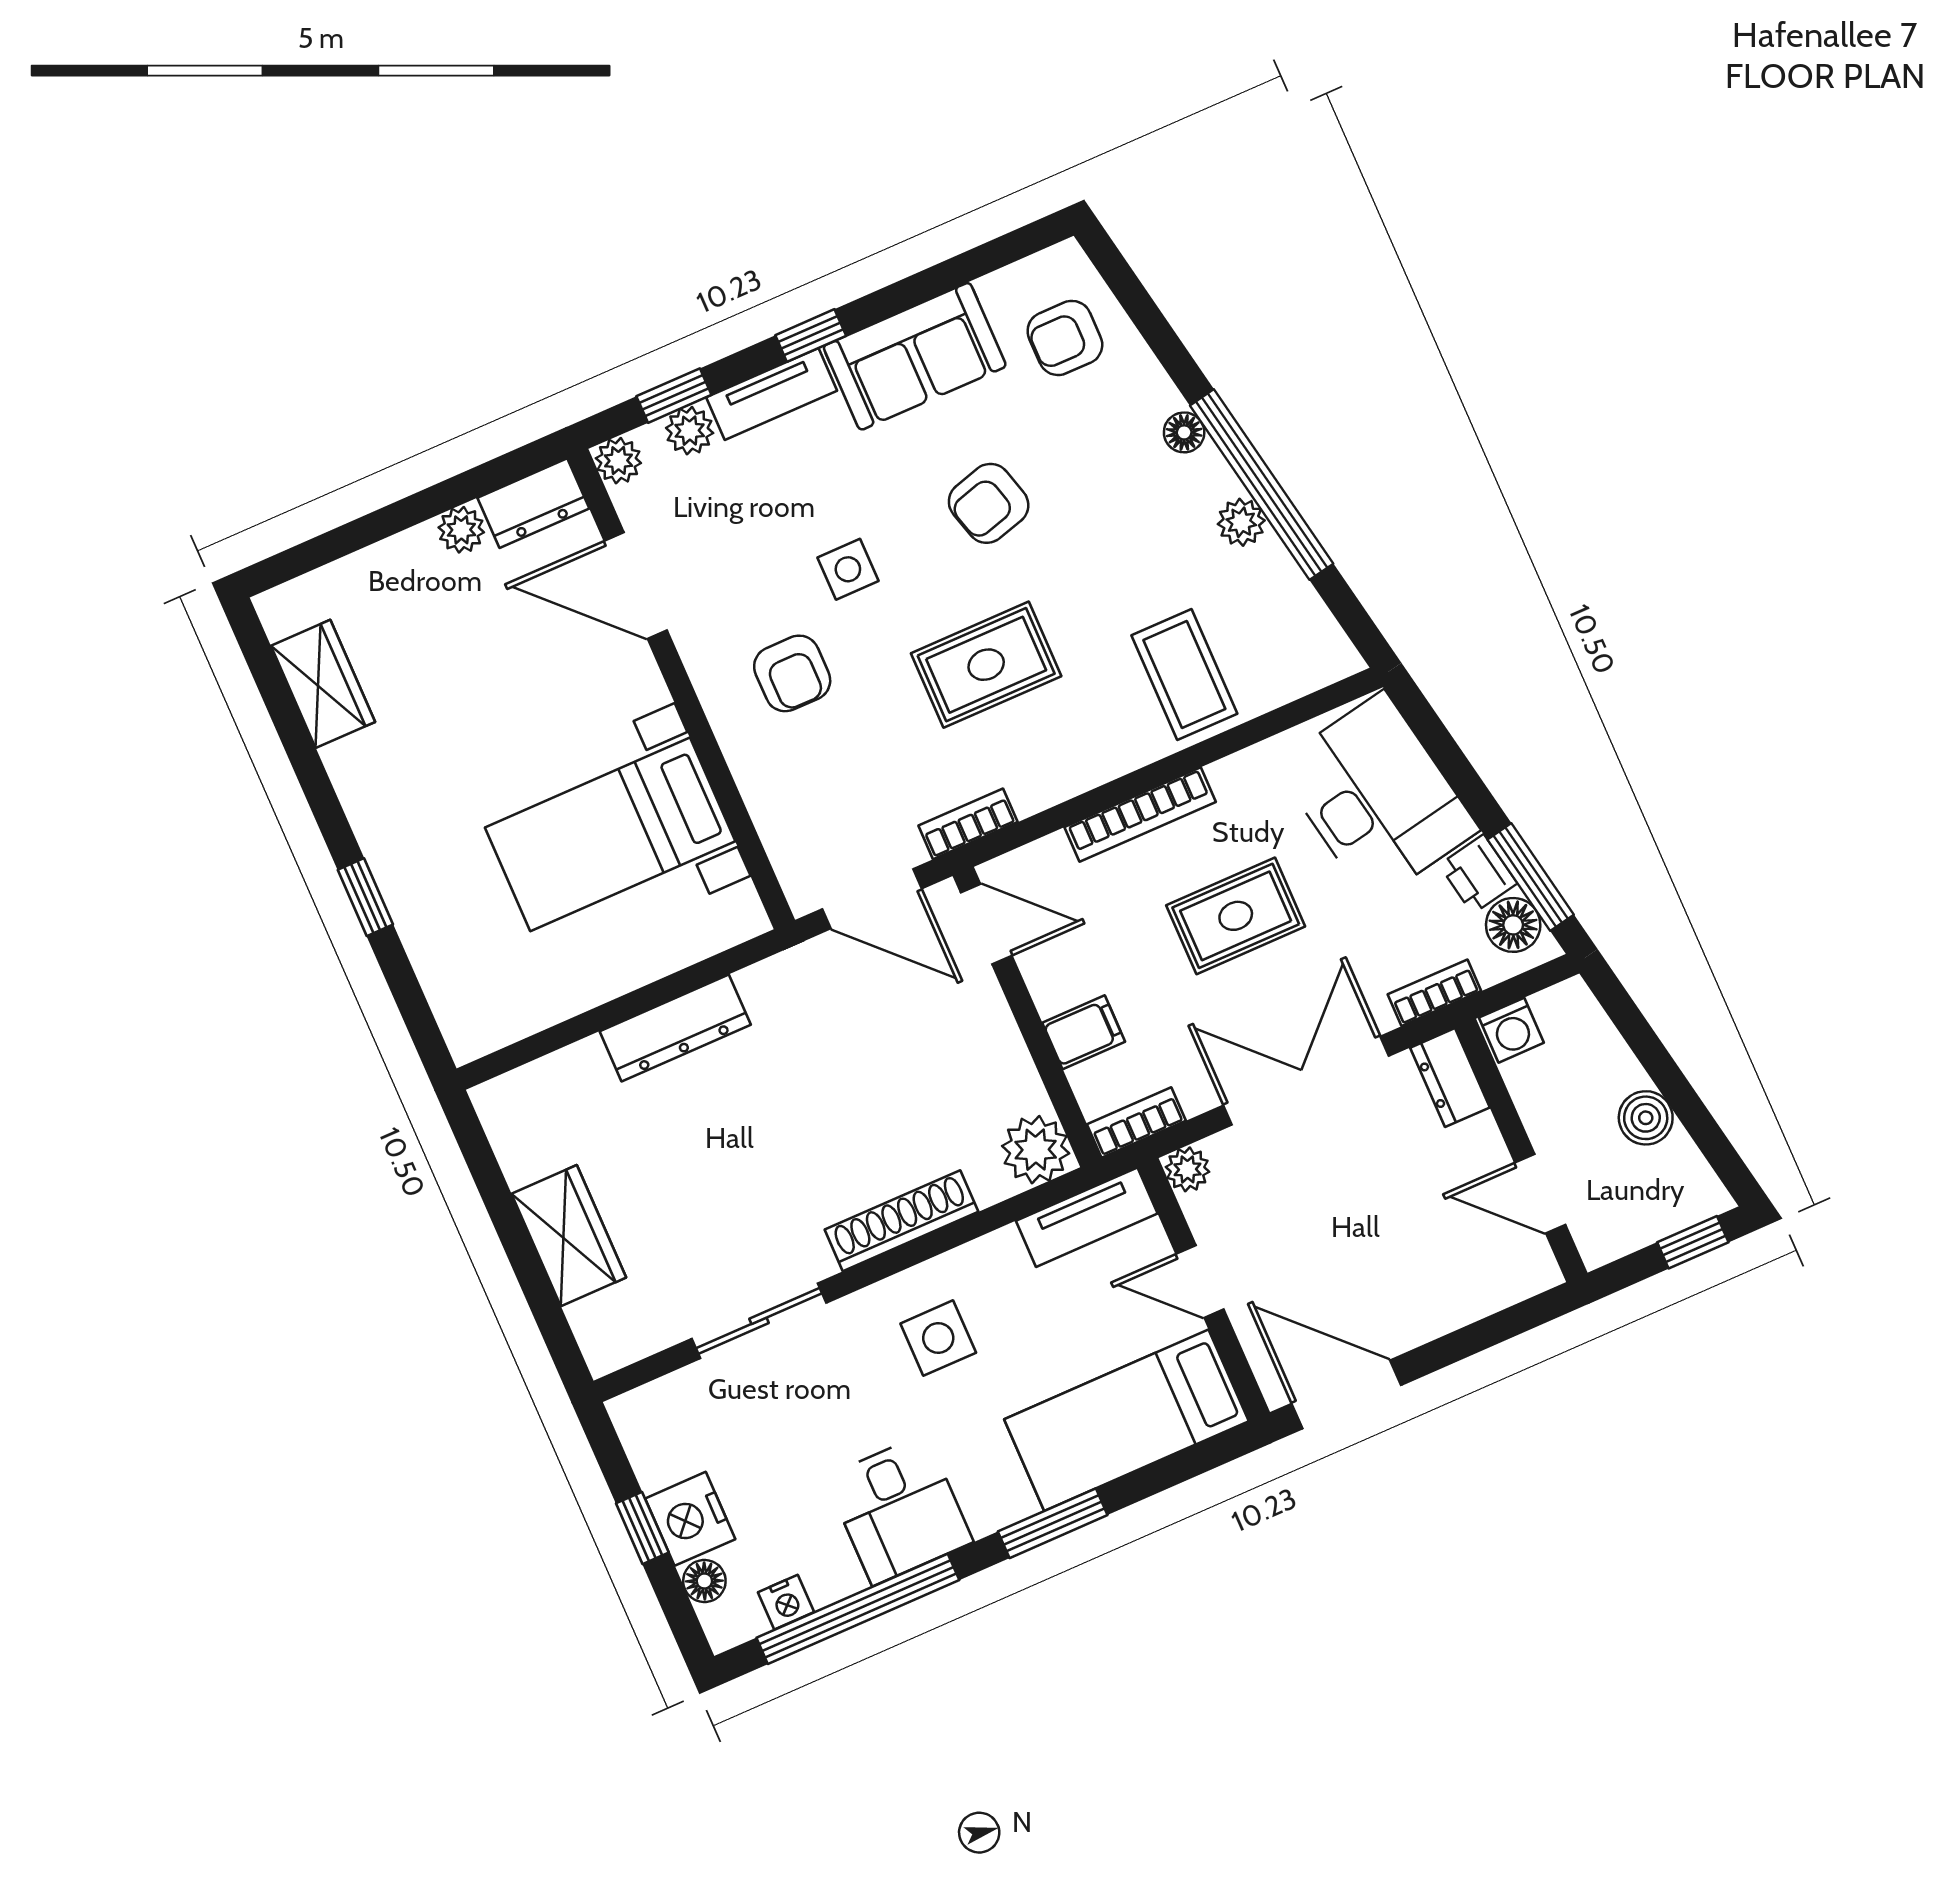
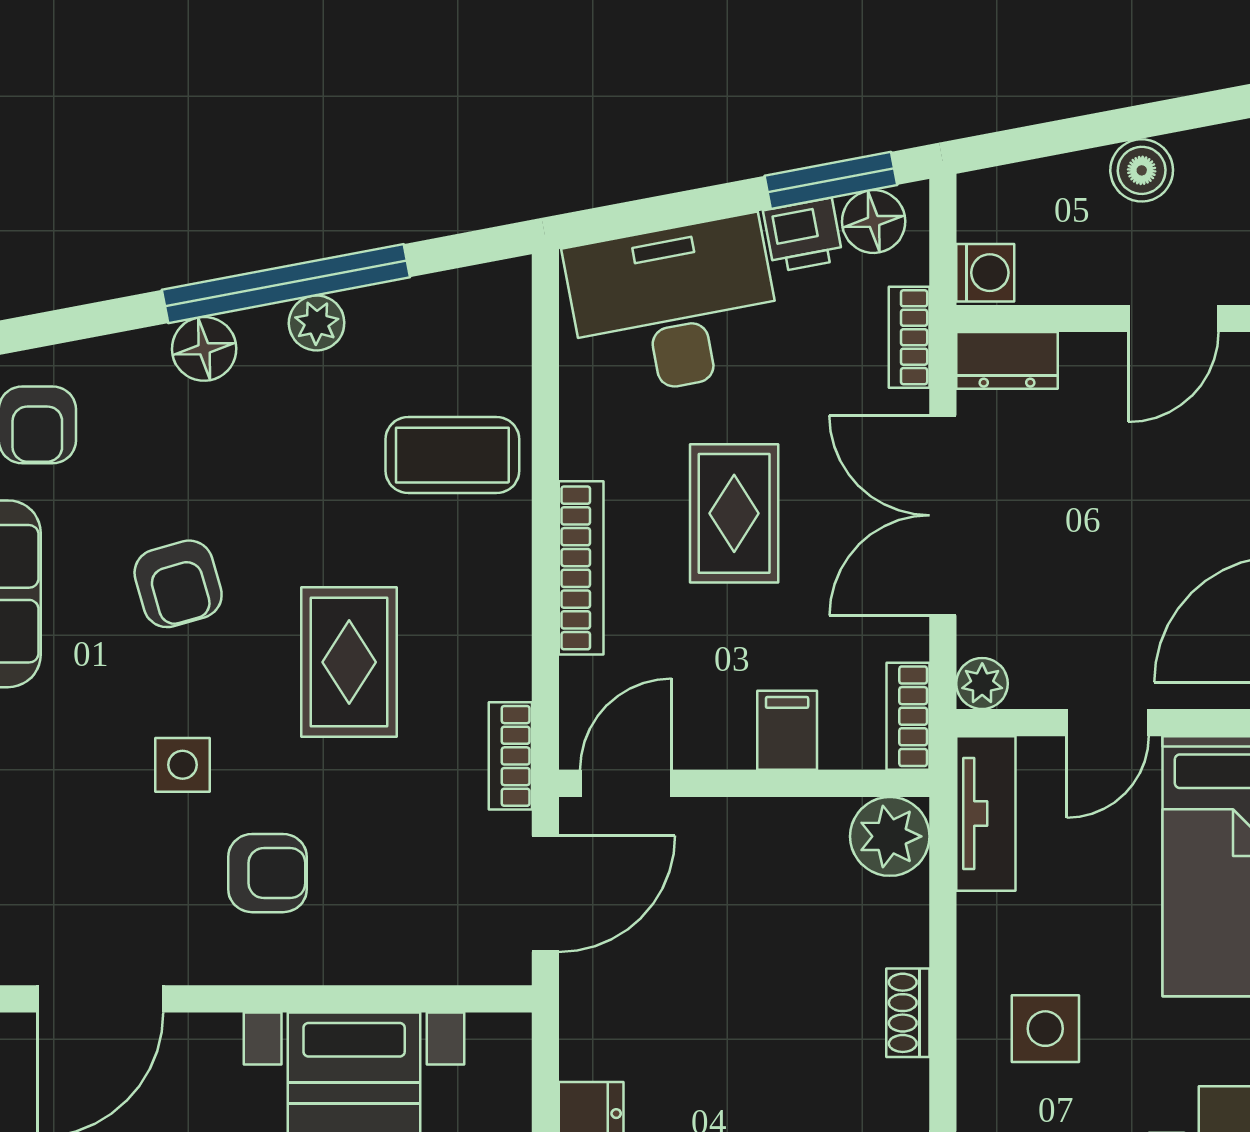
floor lamp: (1184, 432) -> (204, 349), width x1.37, depth x1.37
shoe rack: (901, 1221) -> (908, 1013), width x0.51, depth x0.81

